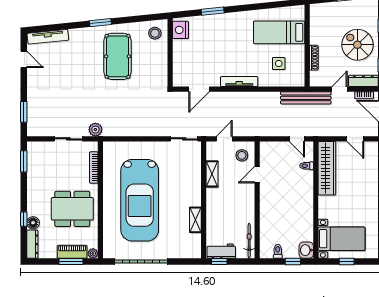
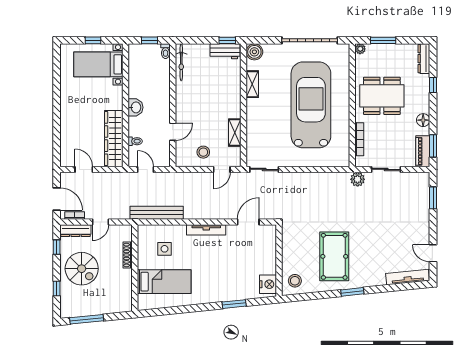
bench: (306, 98) -> (157, 213), moved
door: (257, 175) -> (173, 132), moved
wall: (257, 200) -> (173, 105), moved
floor lamp: (33, 223) -> (423, 120), moved
bicycle: (249, 241) -> (181, 62), moved
washbasin: (306, 250) -> (136, 107), moved
boiler: (193, 251) -> (254, 52), added
piano: (72, 252) -> (423, 151), moved, turned 90

